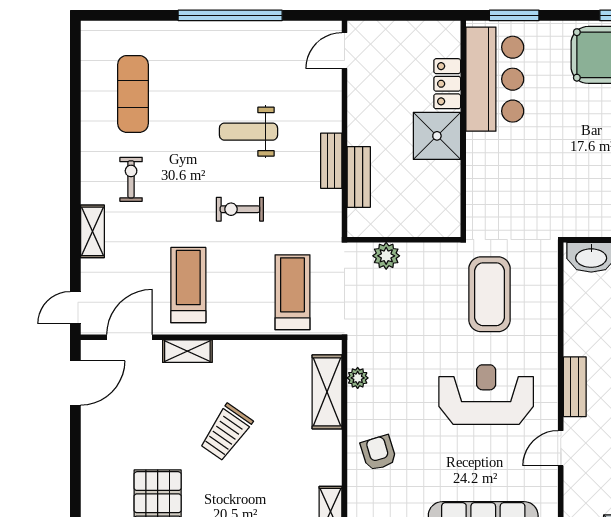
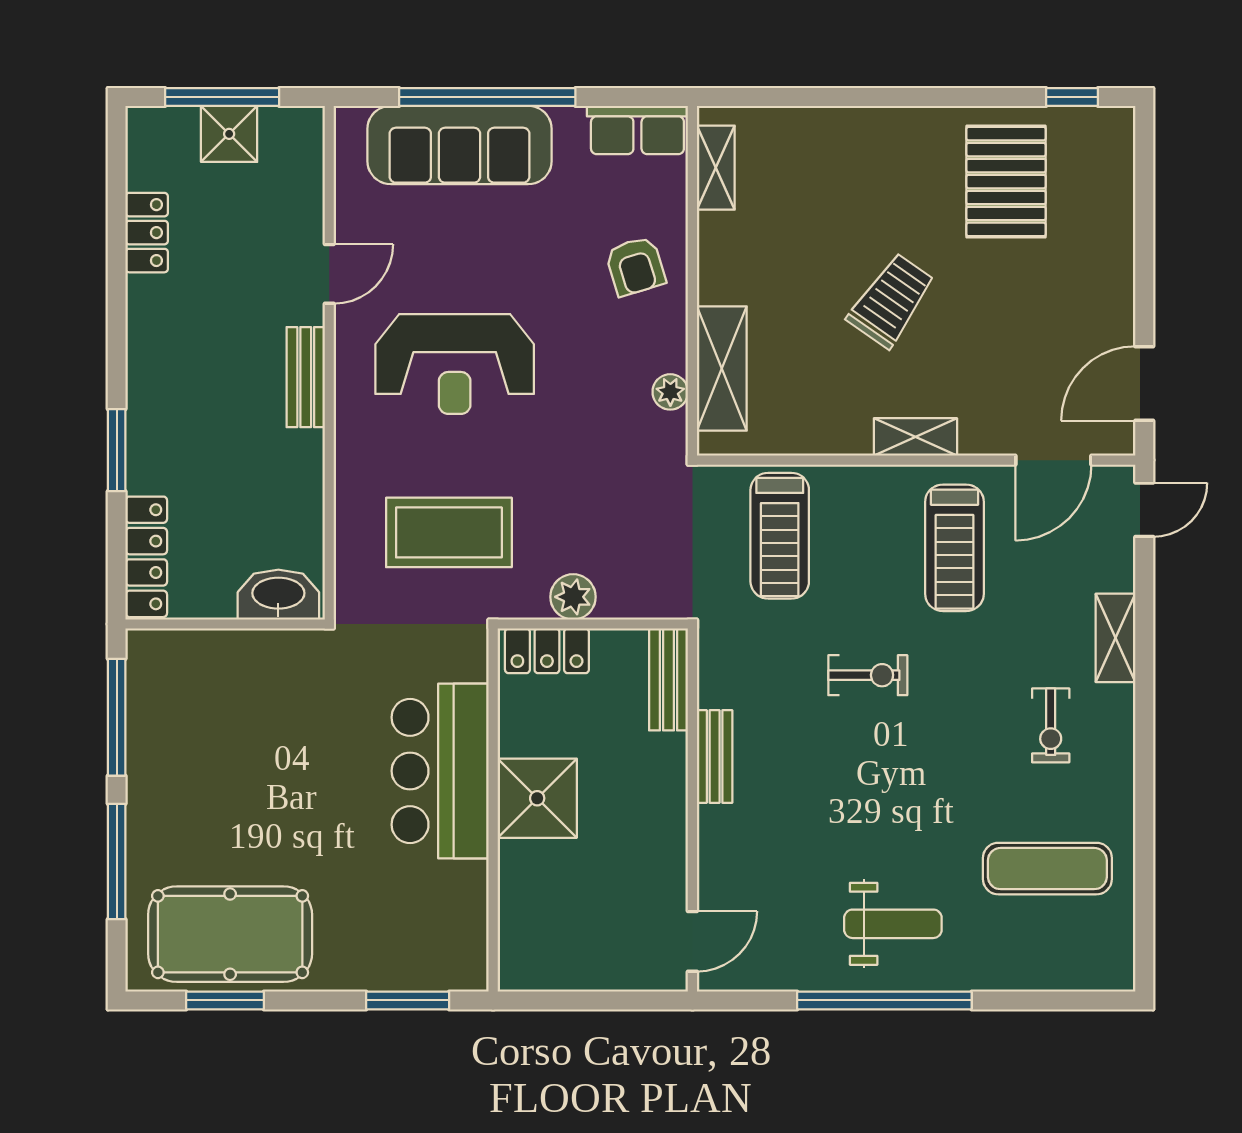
bar counter: (495, 79) -> (440, 771), moved
locker: (447, 84) -> (547, 651), moved, turned 90
exercise mat: (133, 94) -> (1047, 869), turned 90
weight bench: (248, 132) -> (893, 924), moved
bench: (359, 177) -> (669, 679), moved
plant: (386, 256) -> (573, 597), moved
coffee table: (490, 294) -> (449, 532), turned 90
shelving: (187, 351) -> (915, 437), moved

